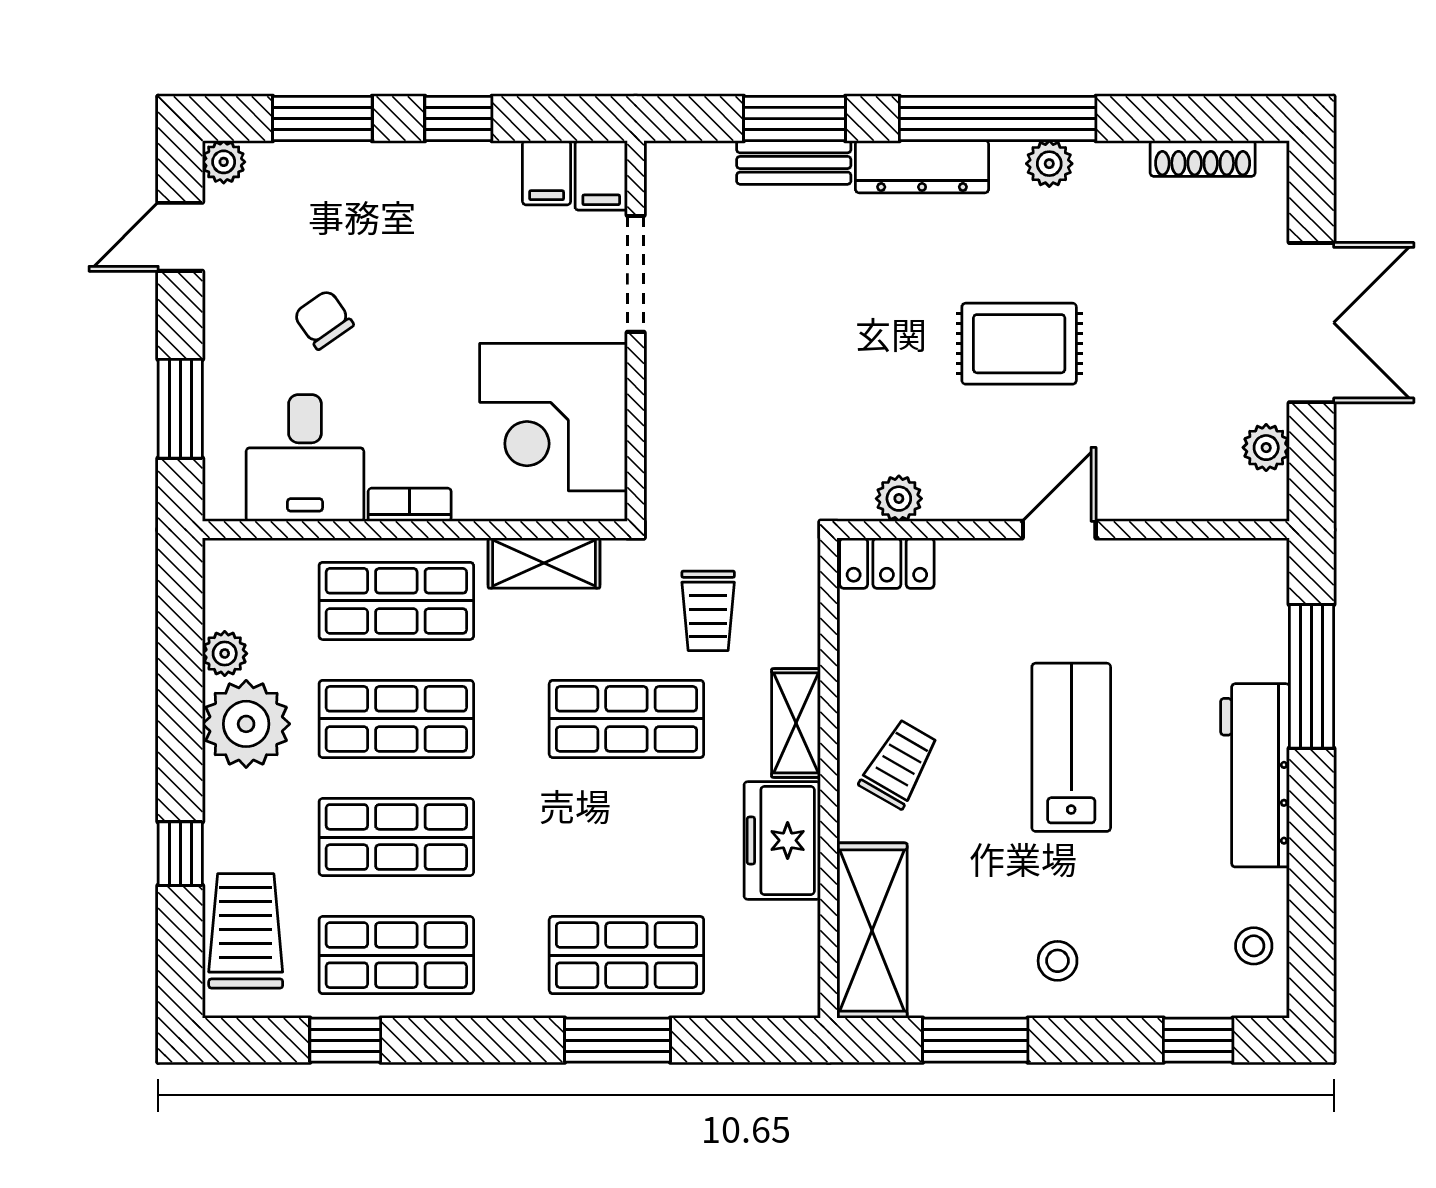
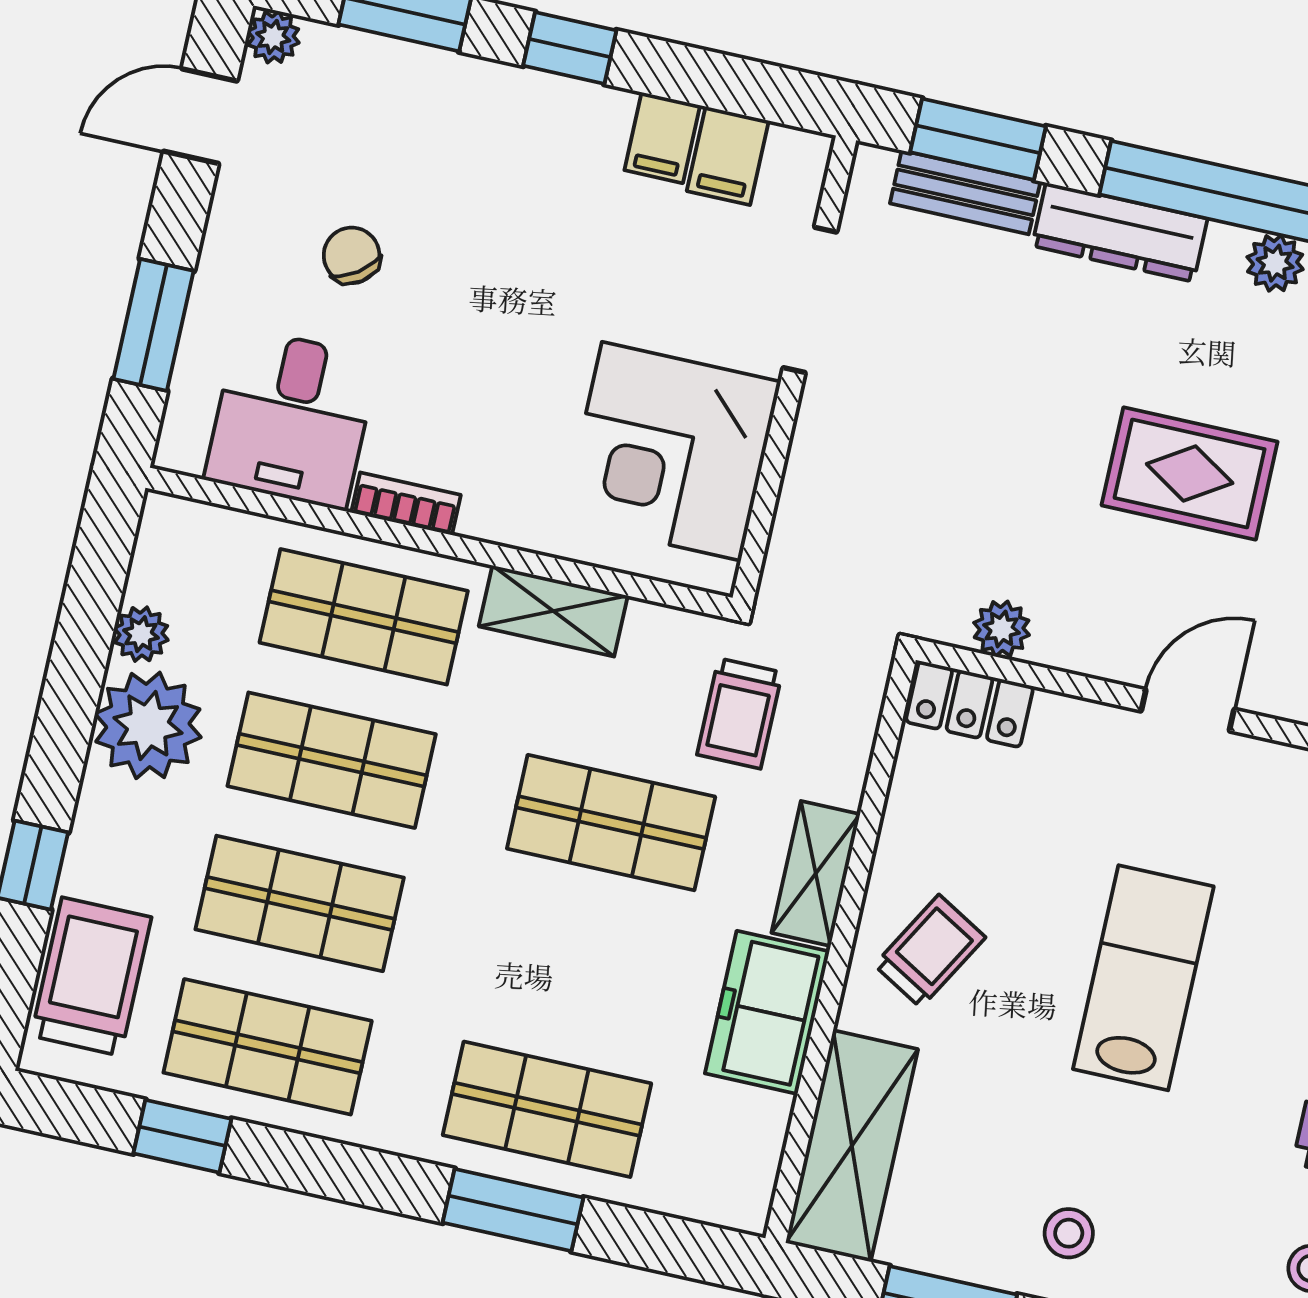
doorway: (636, 274) -> (810, 300), moved
wall: (636, 331) -> (794, 369), moved
corner desk: (553, 417) -> (671, 451), moved

